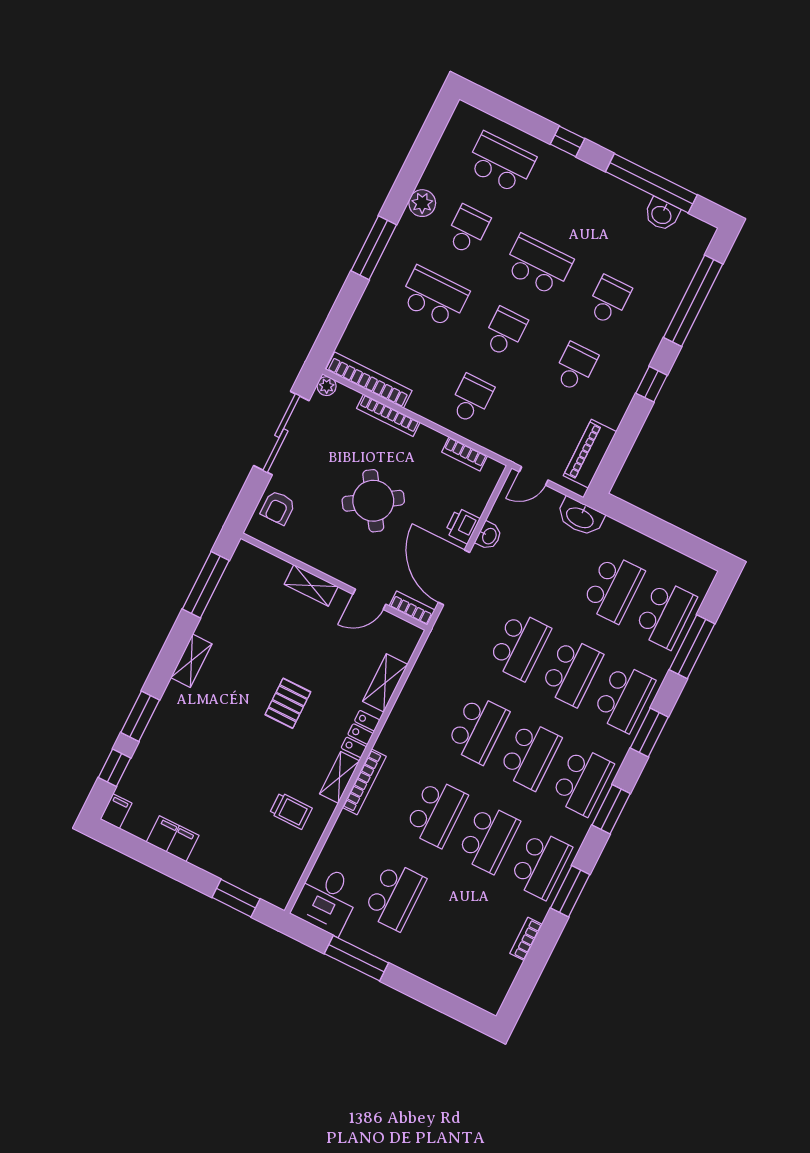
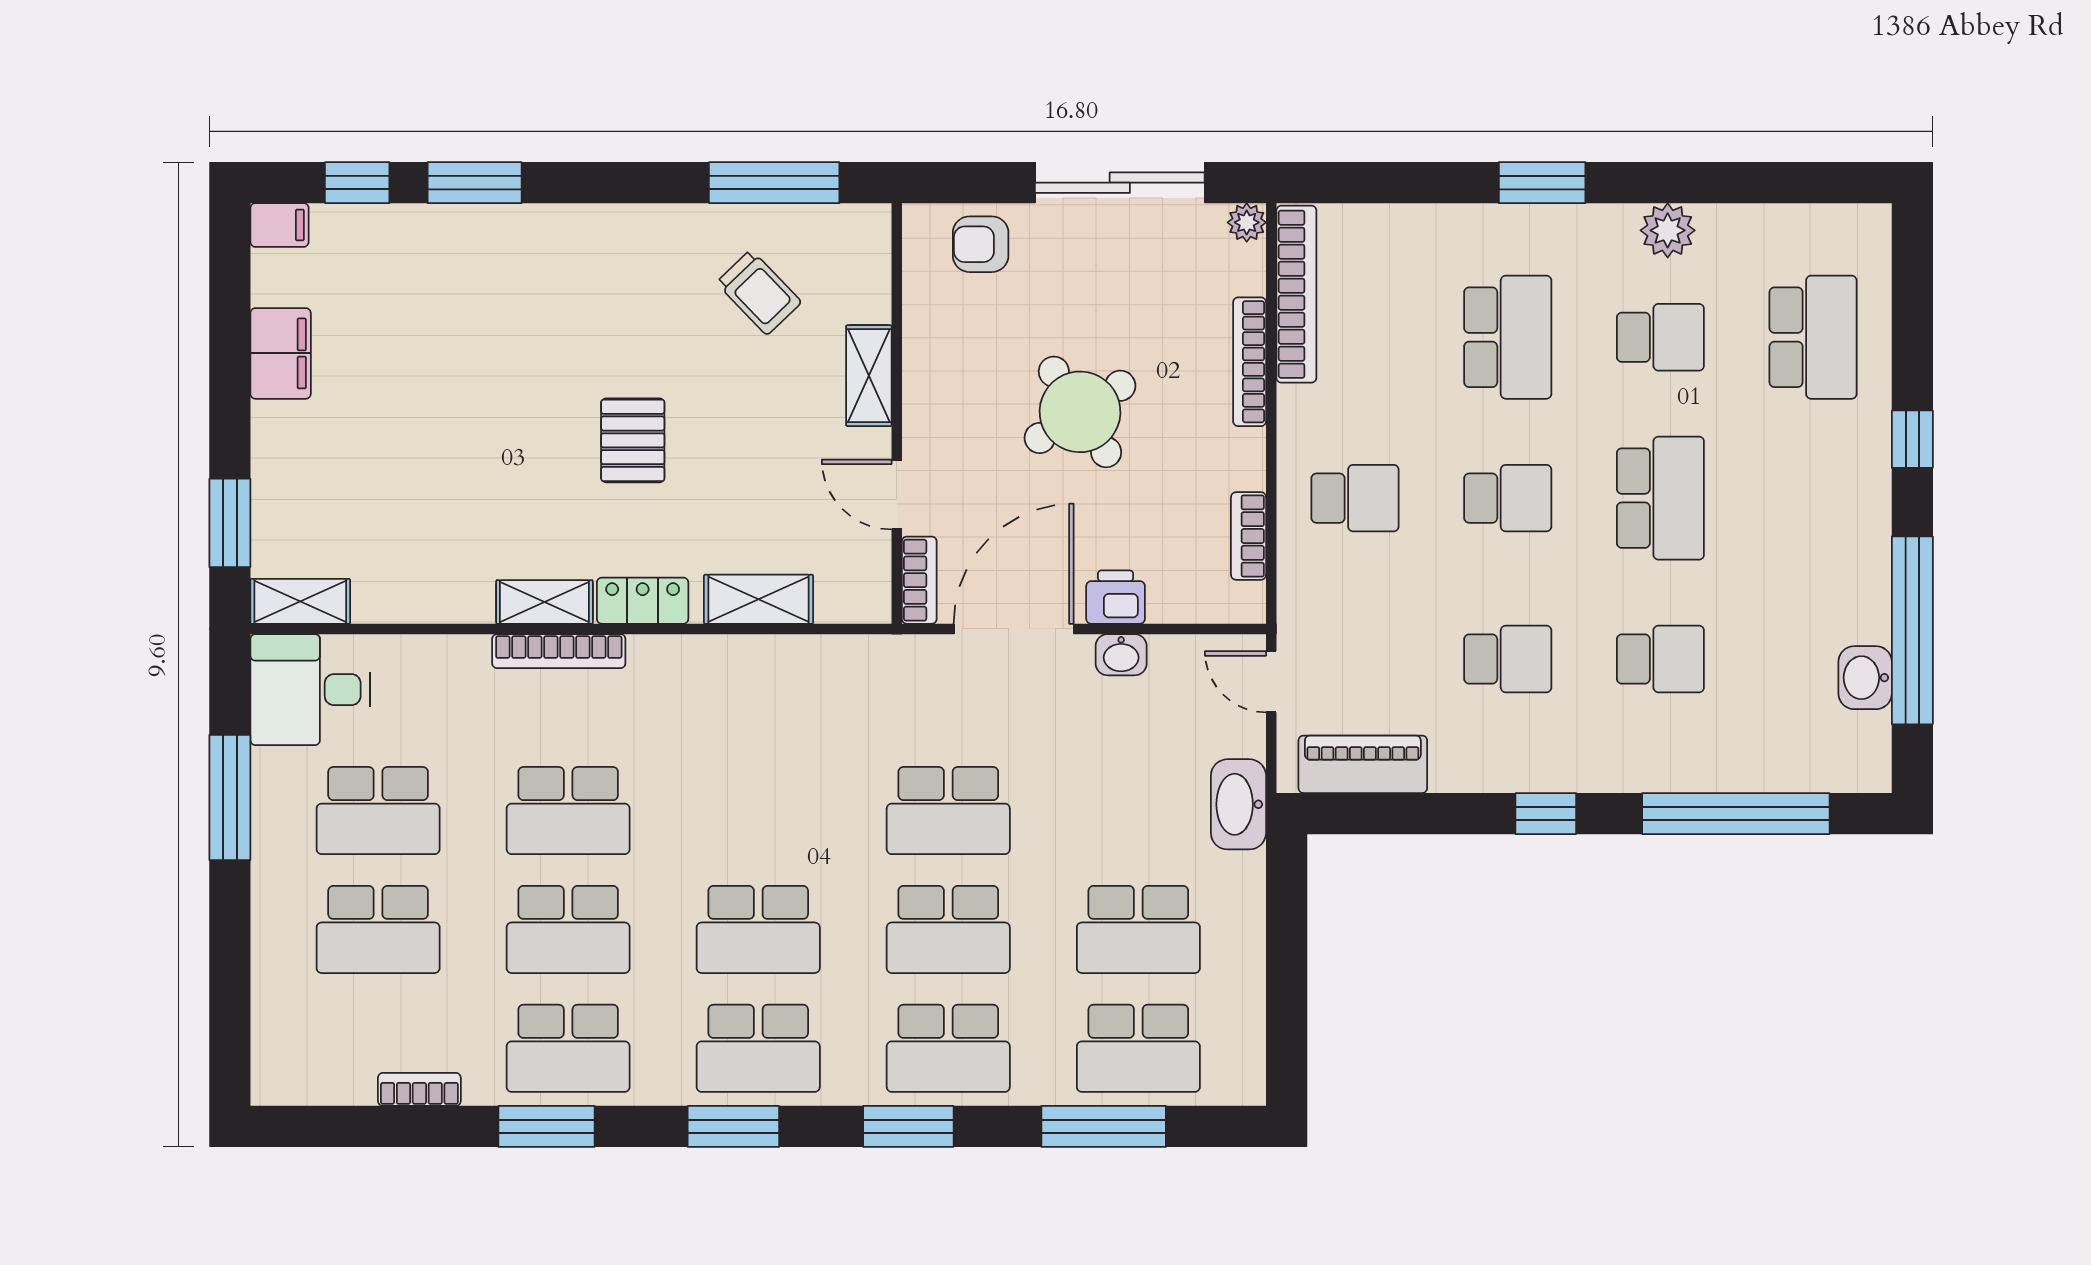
window: (374, 248) -> (1542, 183), width x0.69
shelving: (191, 661) -> (300, 601), moved
pallet: (288, 703) -> (633, 440), turned 90
school desk: (478, 729) -> (378, 929), moved
trolley: (291, 811) -> (759, 292), moved, turned -44

